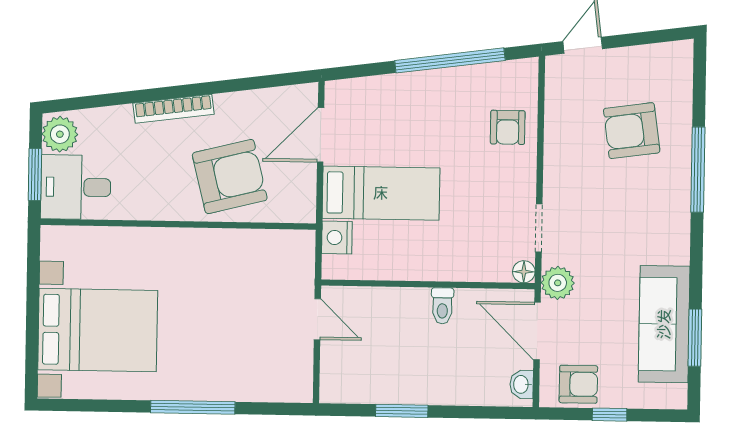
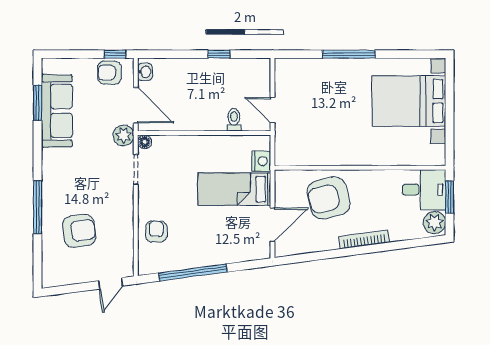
toilet: (442, 306) -> (234, 120), moved
window: (402, 411) -> (219, 54), width x0.67
window: (610, 415) -> (115, 54), moved

